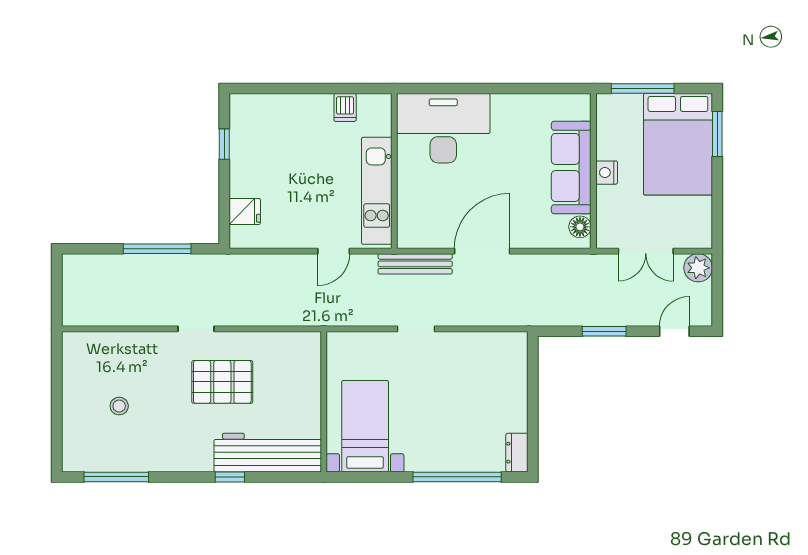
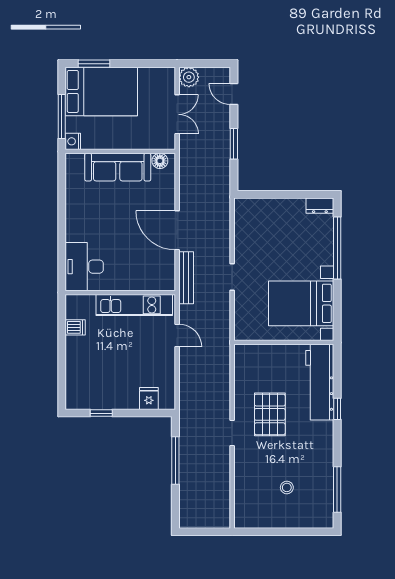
desk: (443, 128) -> (84, 267), width x0.73, depth x0.77
nightstand: (607, 173) -> (73, 141), moved, turned 90
bed with nightstands: (365, 426) -> (301, 303), width x1.36

